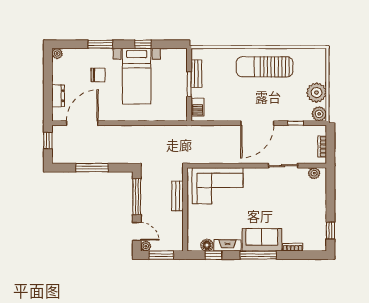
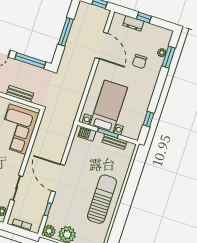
window: (100, 44) -> (169, 57), moved
window: (143, 44) -> (148, 119), moved
plant: (57, 53) -> (162, 53), moved
bed with nightstands: (137, 76) -> (109, 106), moved, turned 90
window: (48, 86) -> (144, 18), added
door: (82, 123) -> (101, 46), moved

